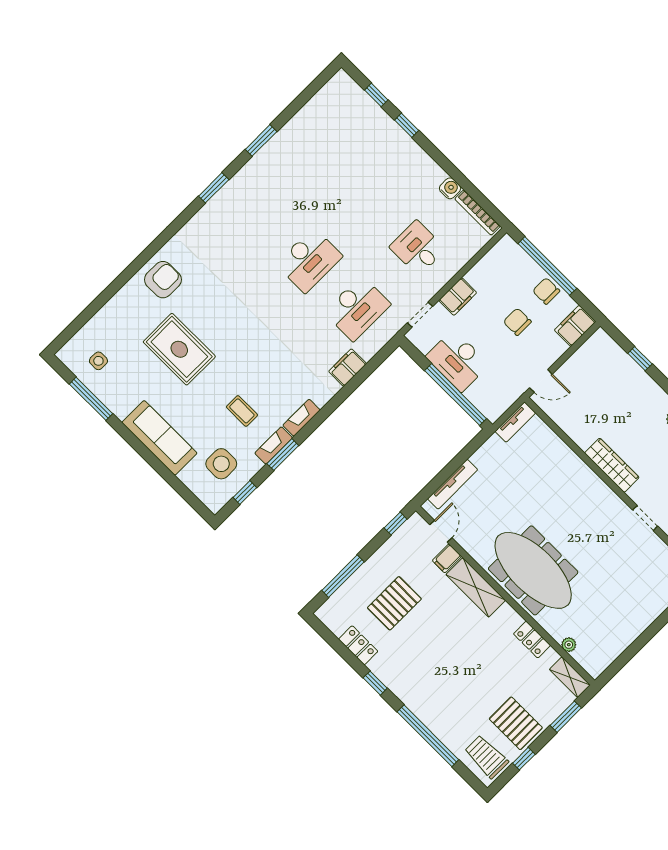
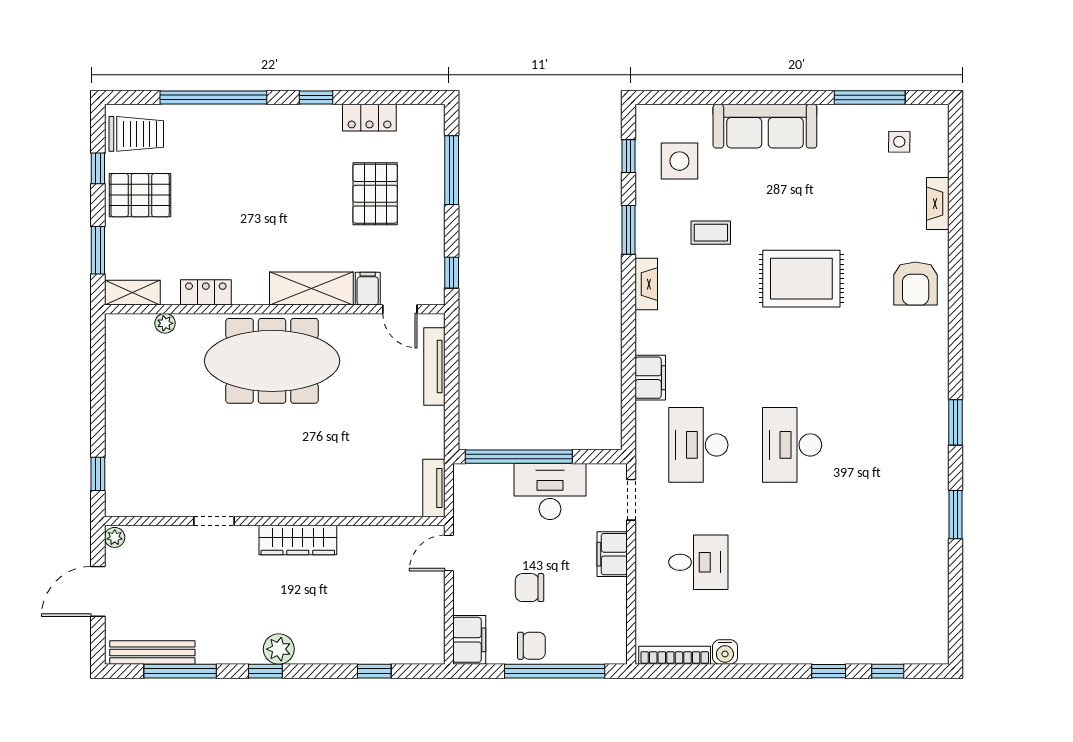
chair: (517, 322) -> (530, 588), turned 180
rug: (179, 349) -> (801, 279), moved
fireplace: (274, 445) -> (938, 204), moved, turned 180

